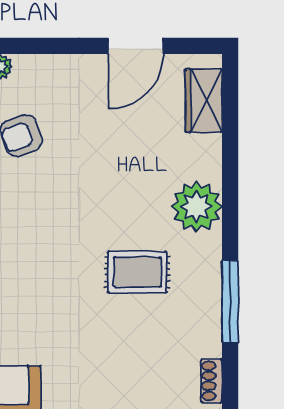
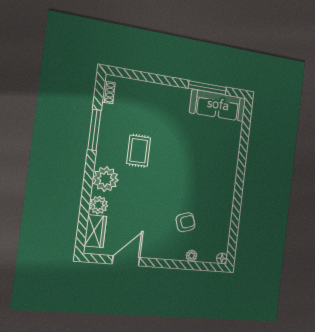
plant: (204, 153) -> (99, 205), added
rug: (137, 272) -> (139, 151), turned 90

